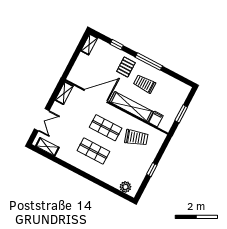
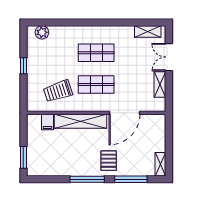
window: (117, 45) -> (131, 179), width x2.17
trolley: (145, 84) -> (79, 153), removed
shelving: (64, 93) -> (160, 85), moved
window: (181, 114) -> (23, 157), moved

